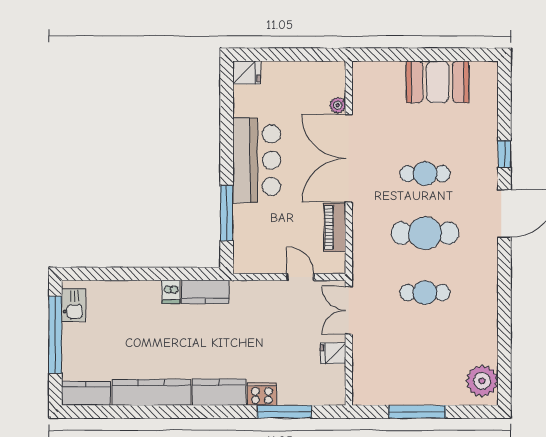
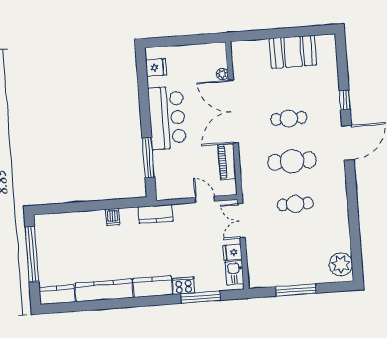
fridge: (247, 72) -> (156, 67), moved
kitchen counter: (205, 292) -> (156, 214), moved
kitchen sink: (73, 305) -> (234, 273), moved, turned 180

